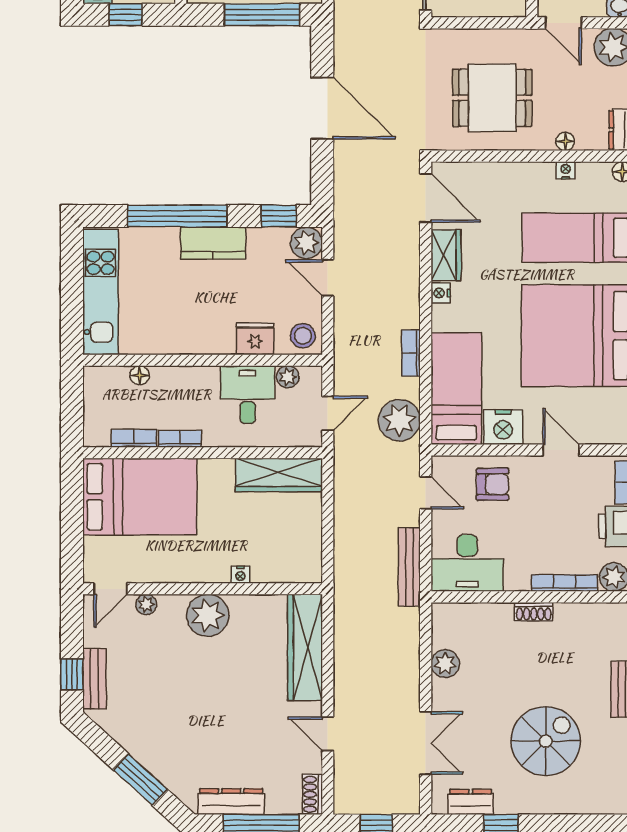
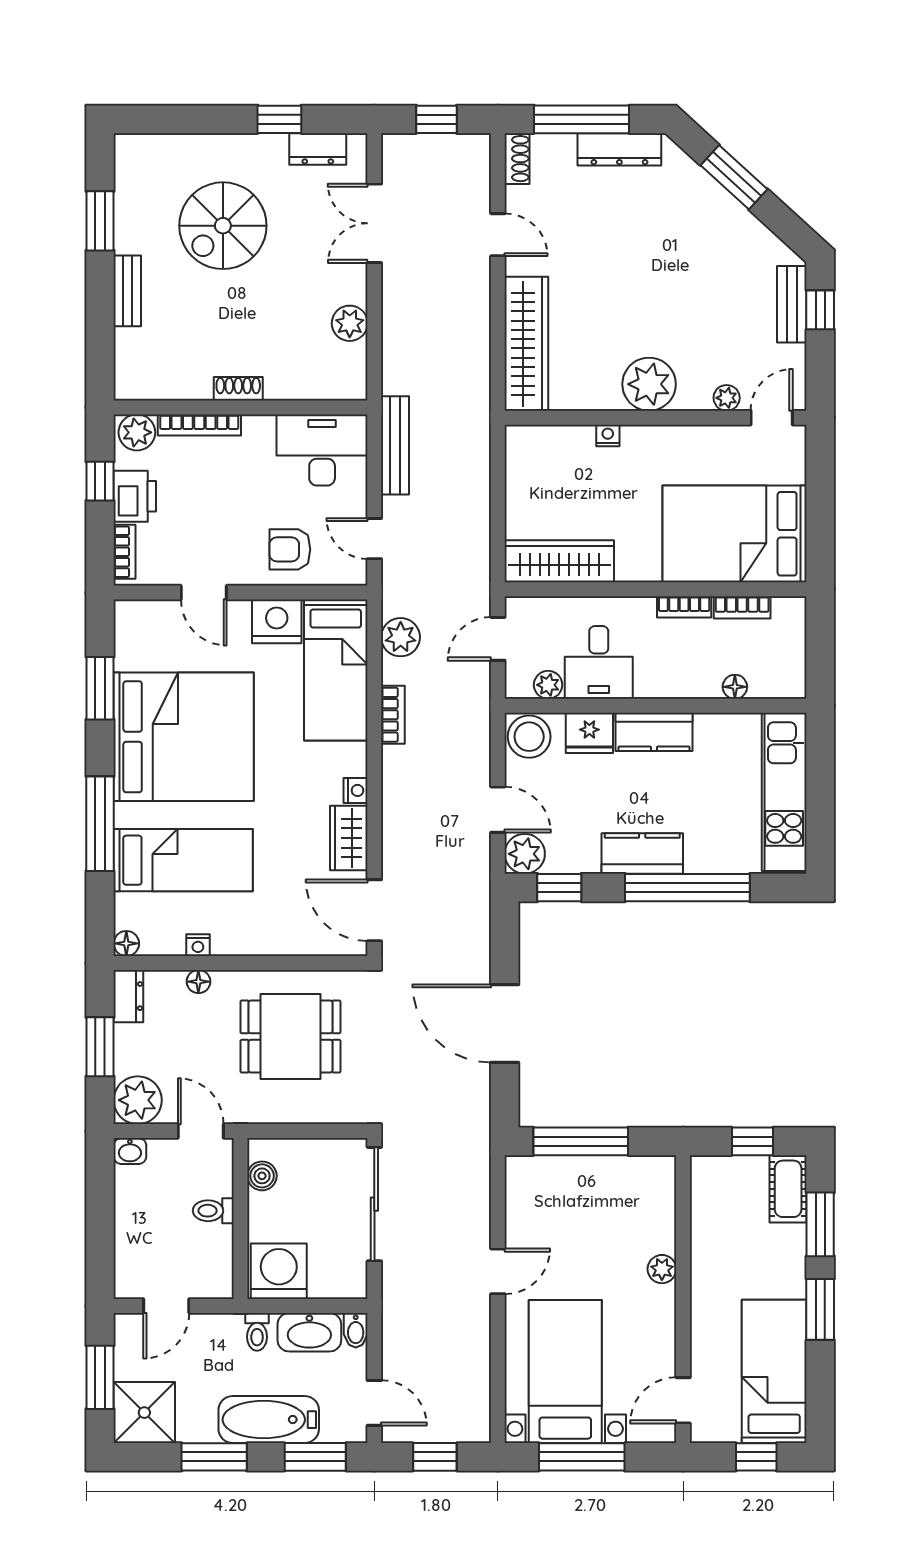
stool: (303, 336) -> (529, 737), width x1.38, depth x1.38
kitchen counter: (204, 340) -> (654, 732), added
plant: (399, 420) -> (401, 637), width x0.73, depth x0.73

